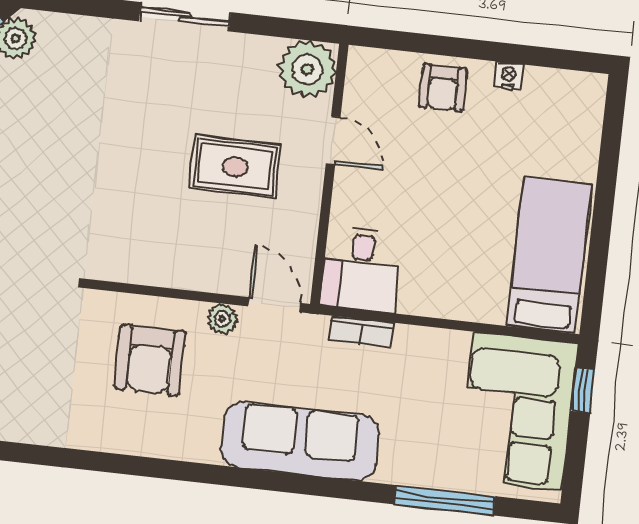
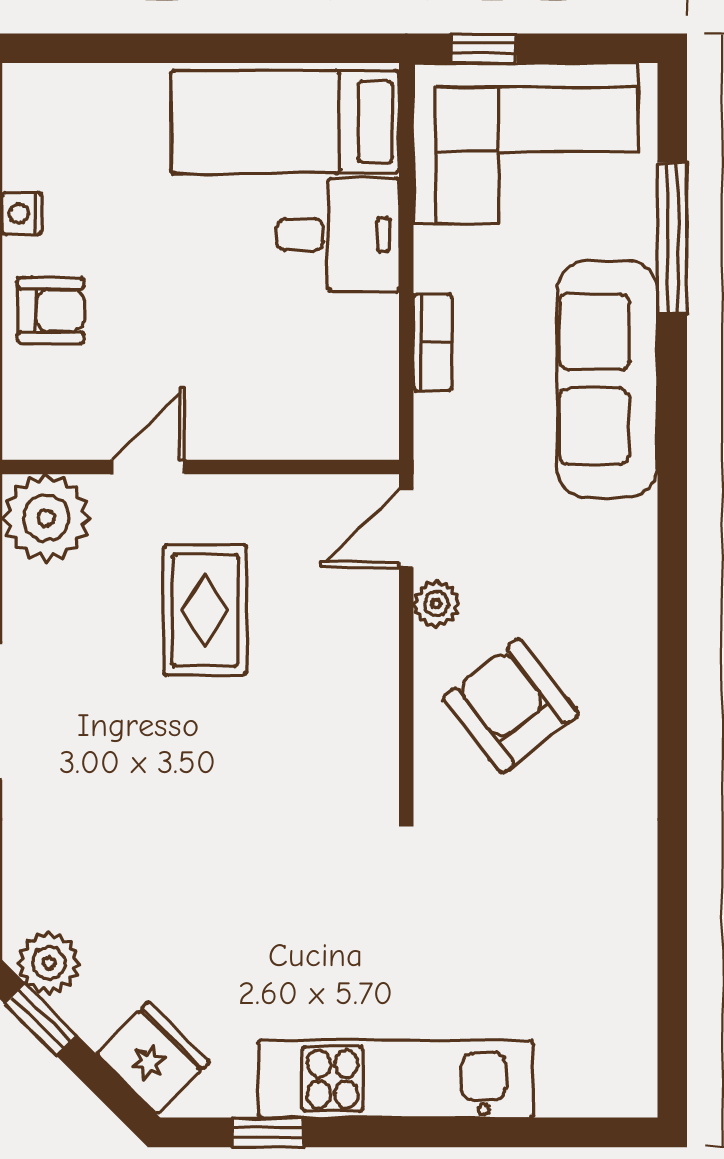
desk: (361, 269) -> (338, 235), moved
bookcase: (361, 332) -> (433, 342), moved
armchair: (150, 360) -> (511, 706), turned -128
sofa: (300, 441) -> (607, 379), moved

